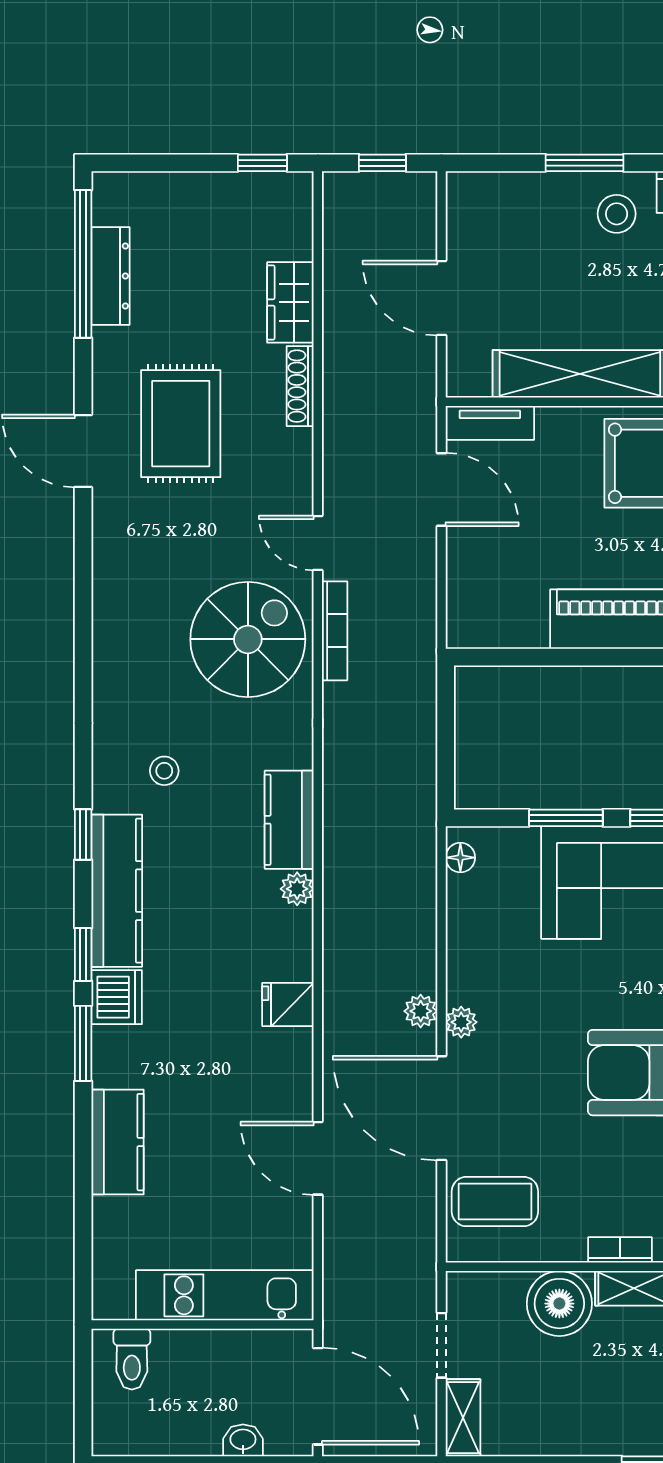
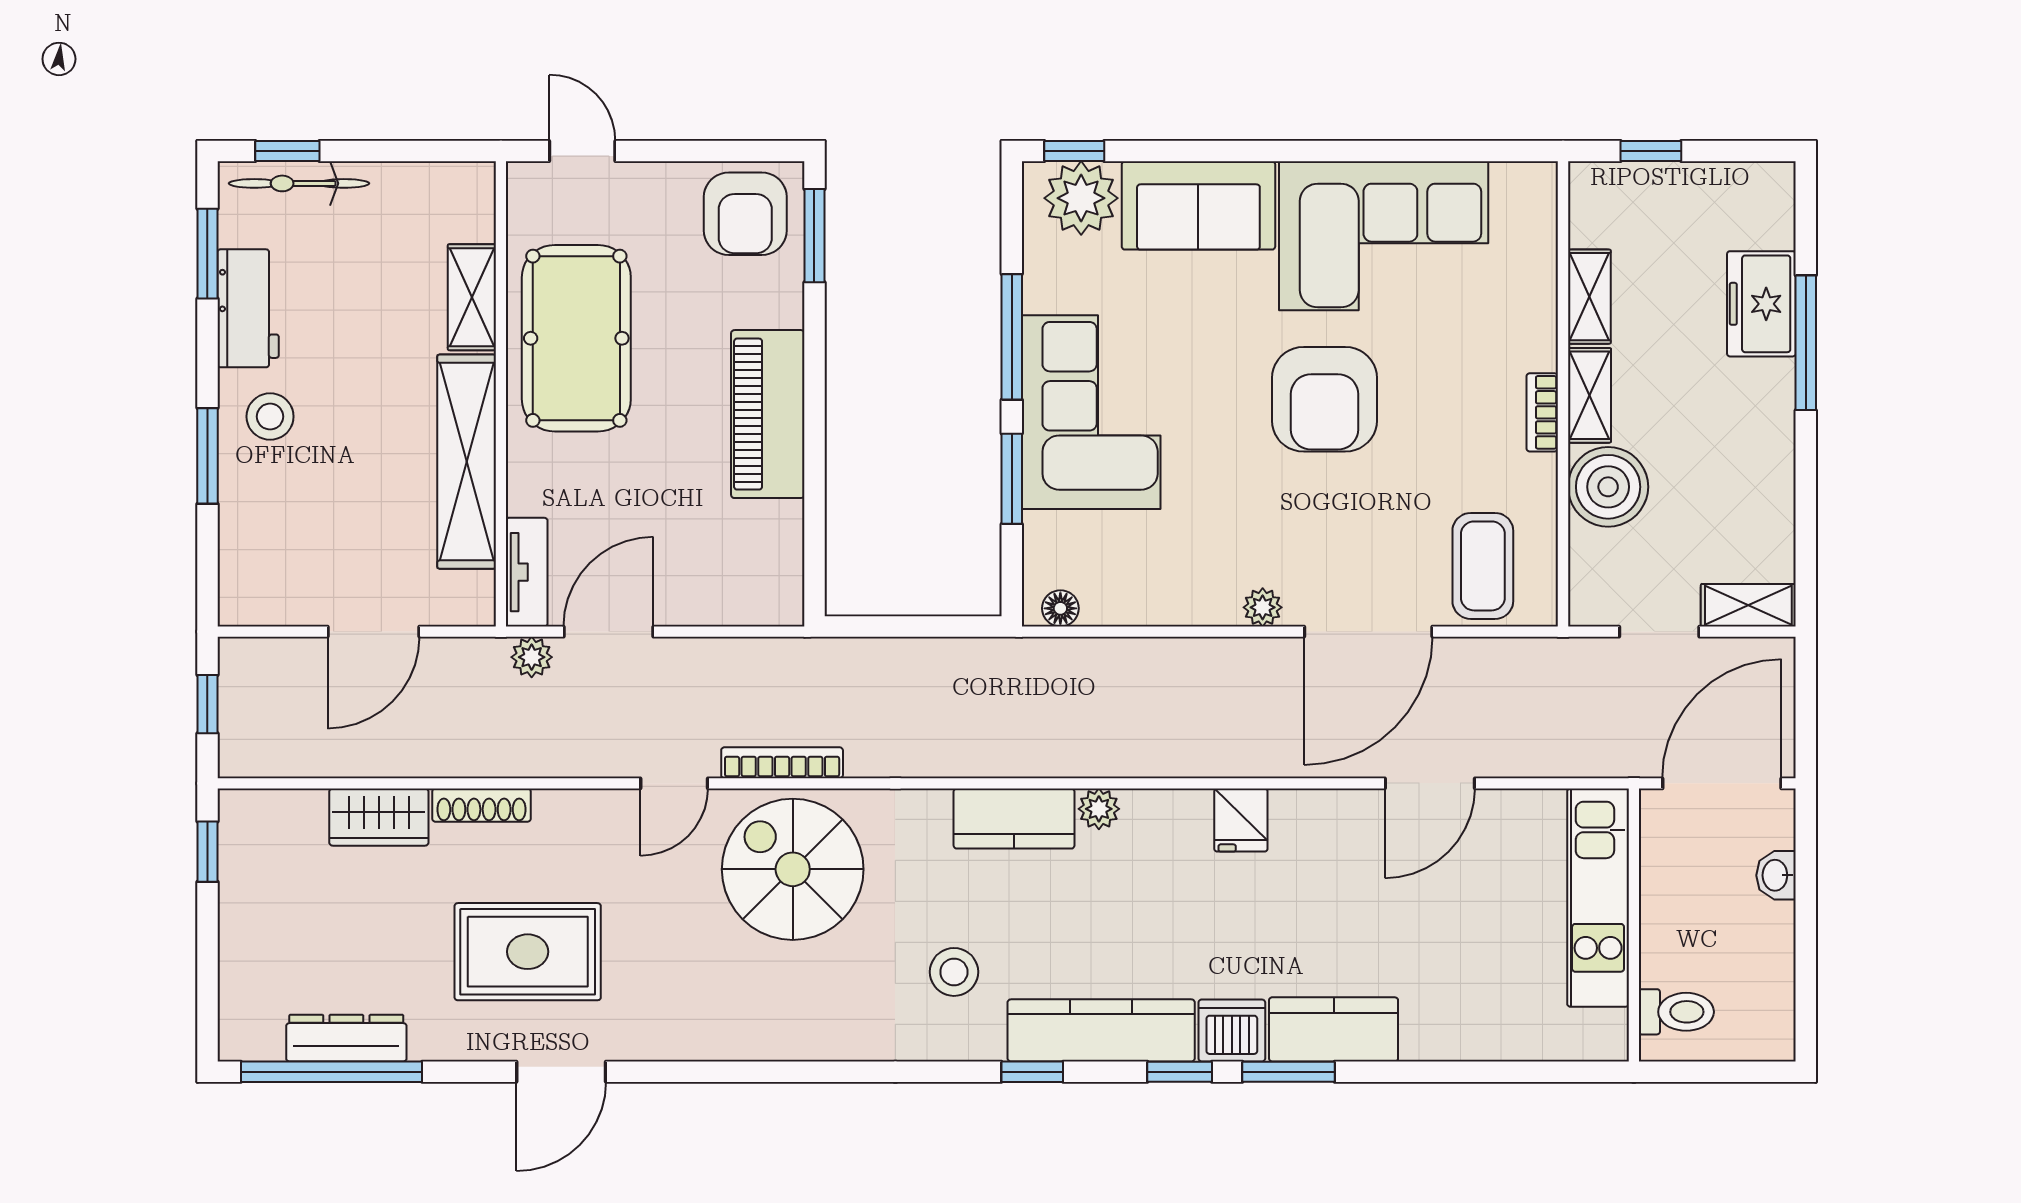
stool: (164, 771) -> (954, 972), width x1.37, depth x1.37
plant: (421, 1011) -> (532, 657), moved
kitchen counter: (118, 1142) -> (1334, 1029), moved

